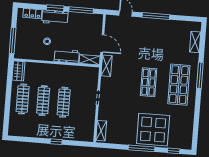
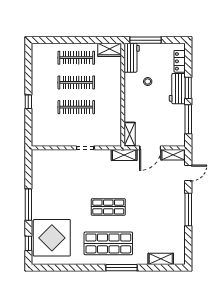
workbench: (67, 56) -> (132, 58), moved
display table: (153, 130) -> (52, 238), moved
shelving: (101, 131) -> (173, 155), moved

